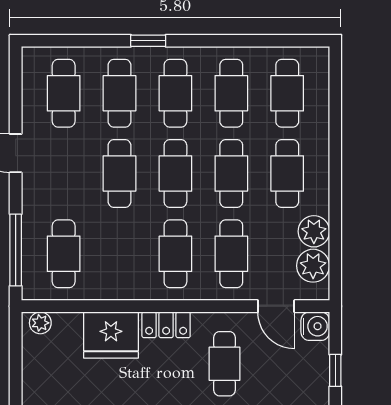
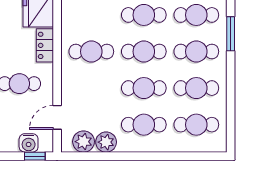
window: (148, 41) -> (231, 34), width x1.50
cafe table: (231, 254) -> (91, 88), removed
water cooler: (315, 326) -> (29, 143), moved
window: (335, 370) -> (35, 156), moved

